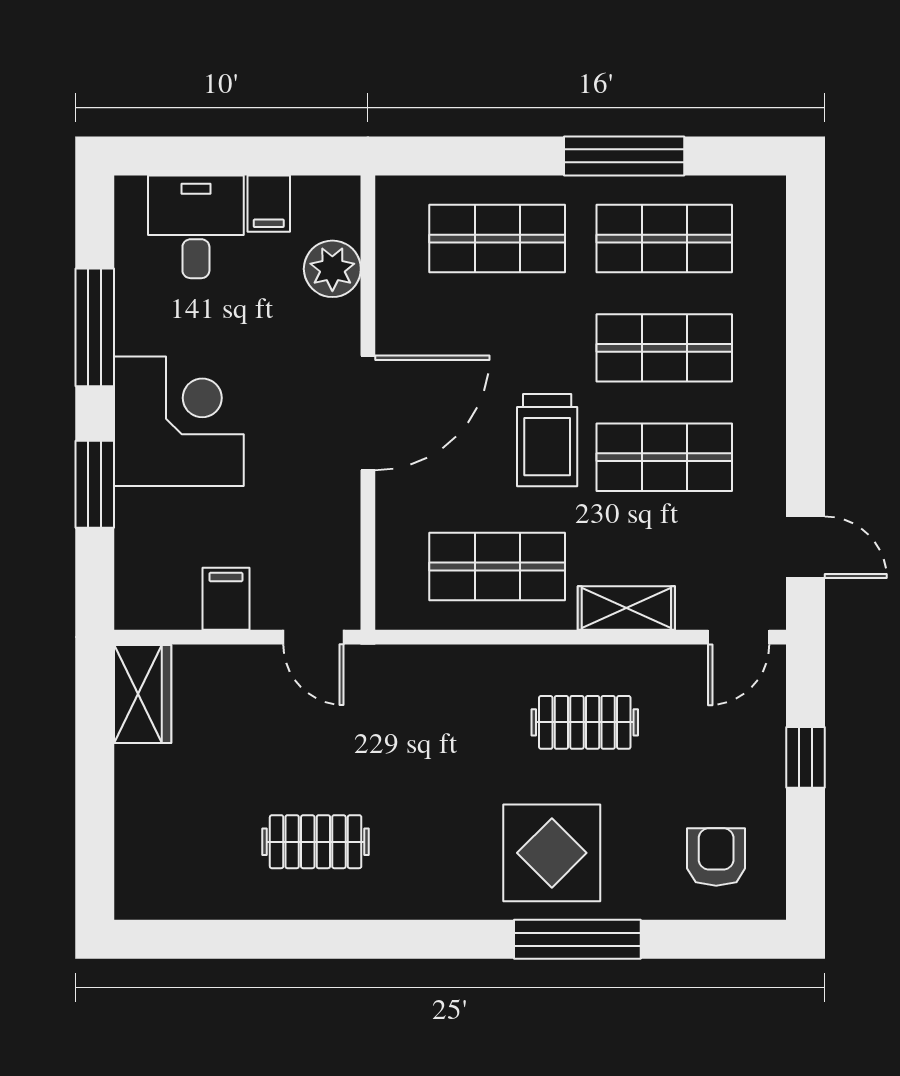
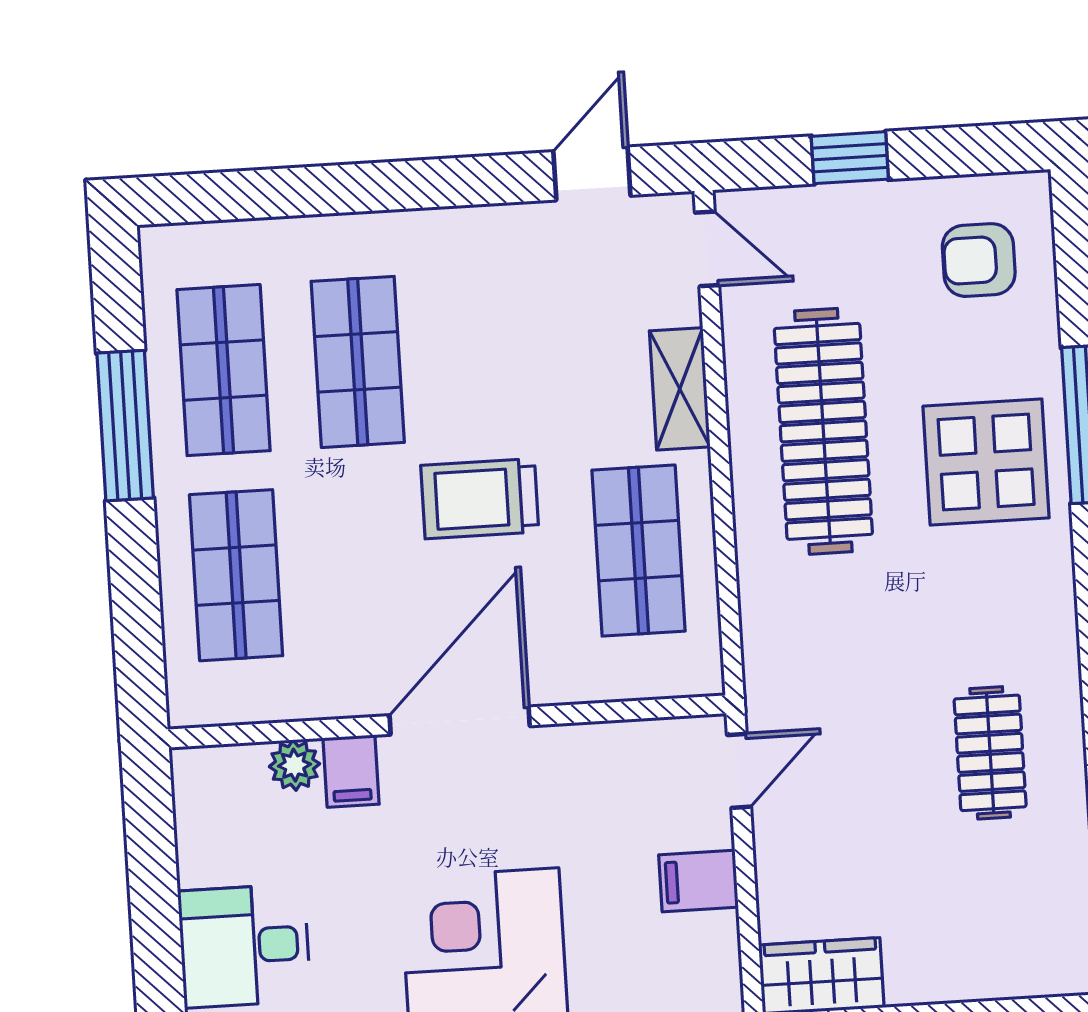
filing cabinet: (269, 204) -> (351, 771), moved, turned 90
plant: (332, 269) -> (294, 765), width x0.73, depth x0.73
door: (368, 413) -> (460, 721), hinge flipped
trolley: (547, 440) -> (480, 499), turned 180
shop shelf: (664, 457) -> (492, 354), removed
clothes rail: (585, 722) -> (823, 431), width x1.86, depth x1.31

